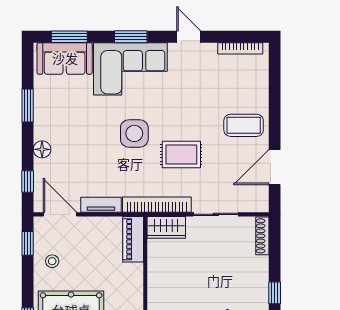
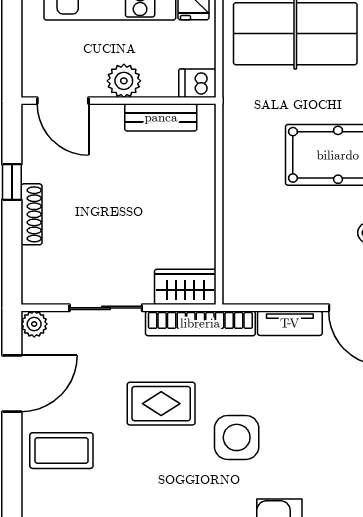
plant: (261, 204) -> (34, 324), added
shoe rack: (262, 236) -> (32, 214), moved
piano: (133, 239) -> (239, 268), removed

